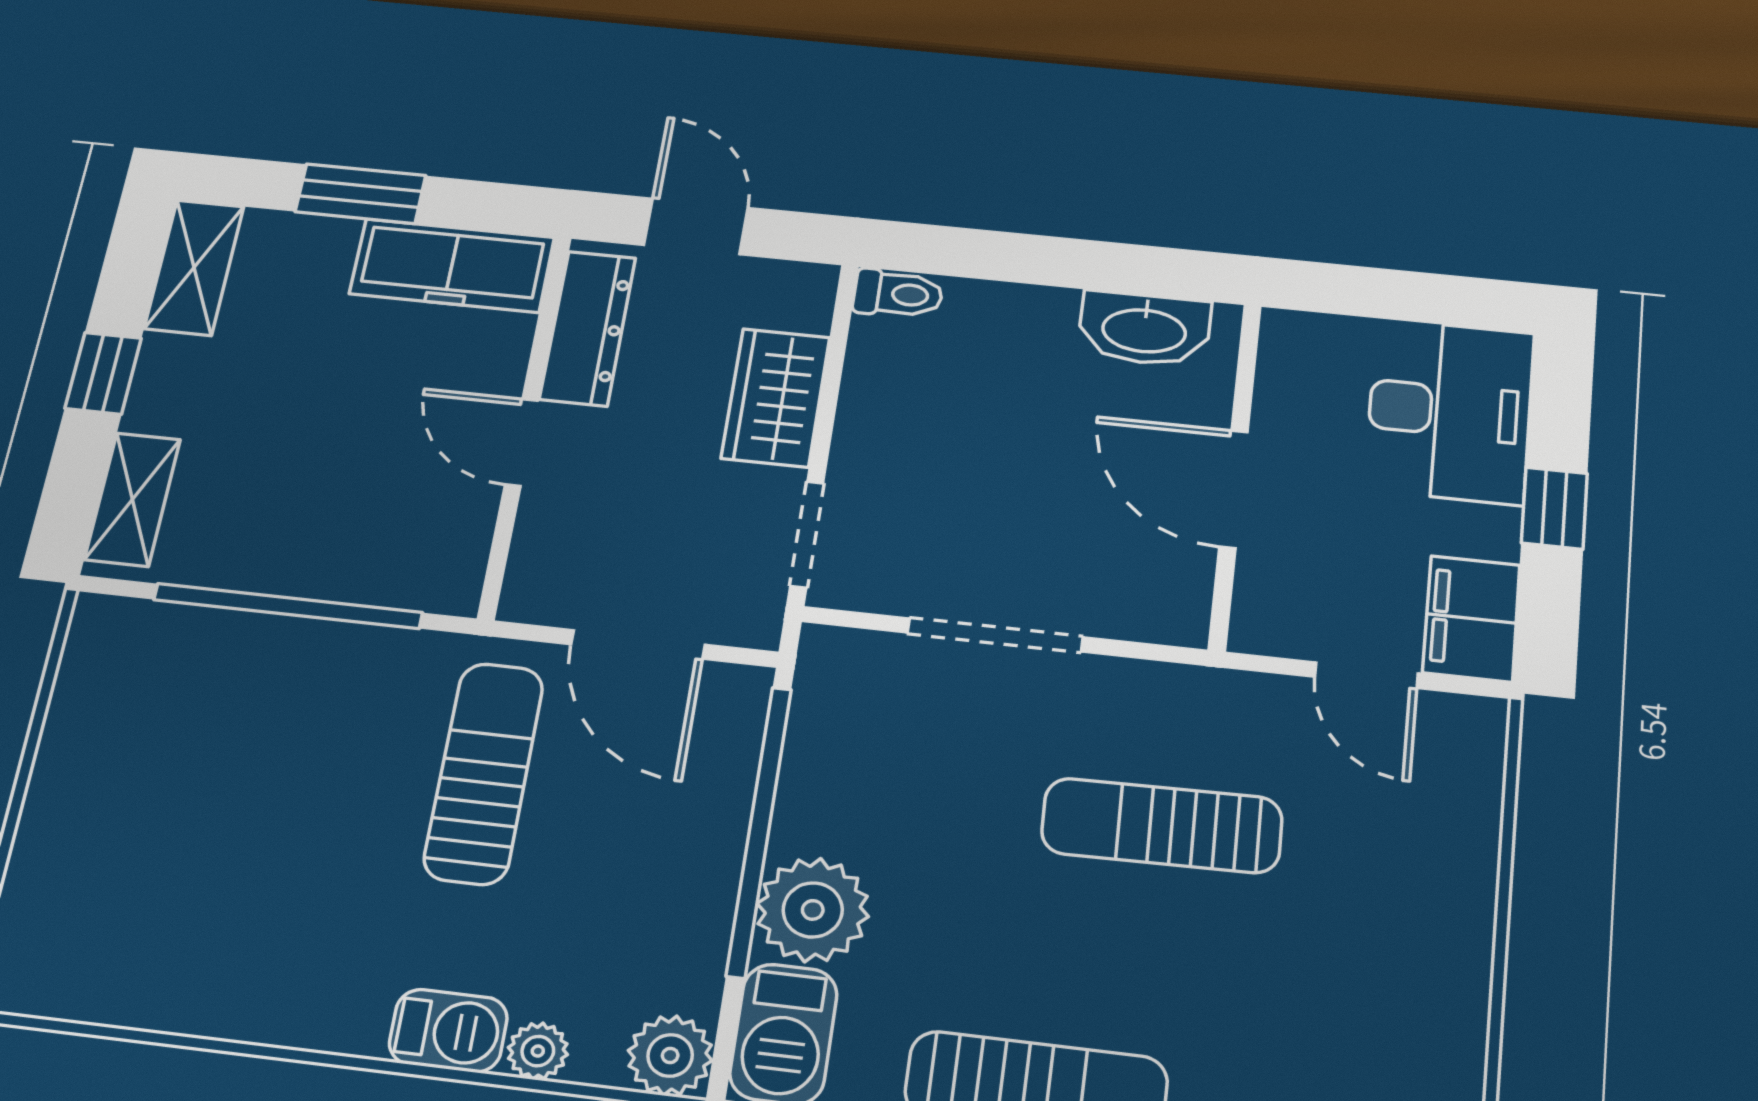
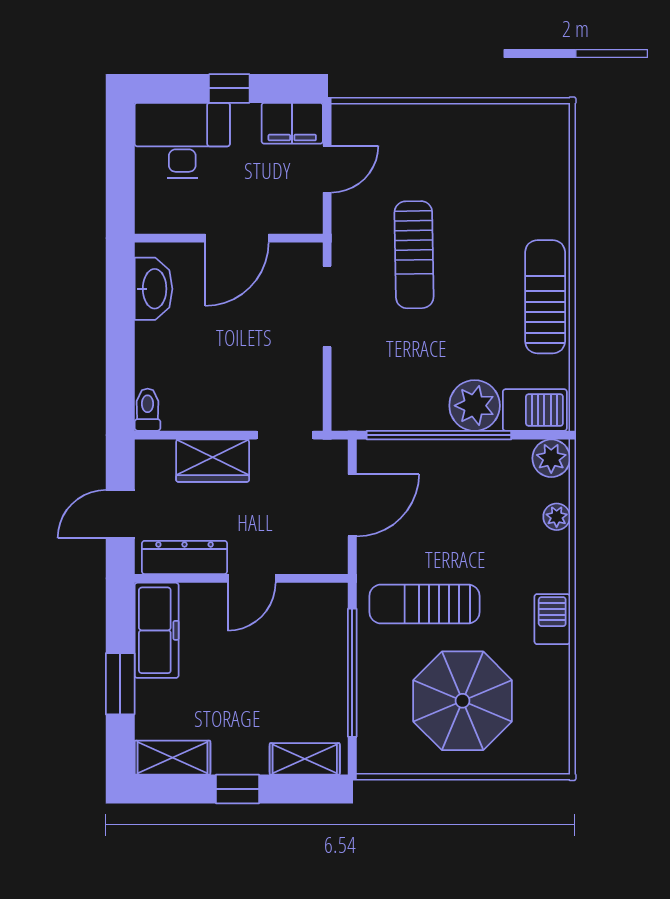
doorway: (995, 635) -> (327, 306), moved
sun lounger: (484, 773) -> (424, 604), moved
parasol: (179, 811) -> (463, 701), added
barbecue: (448, 1031) -> (552, 619), moved

